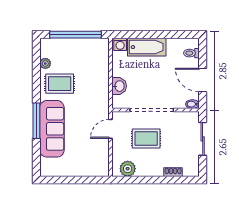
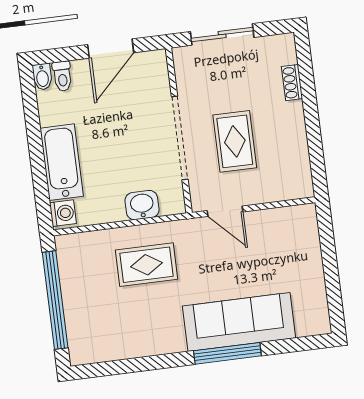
plant: (45, 63) -> (117, 350), removed
rug: (60, 84) -> (147, 265), moved, turned 90
bidet: (192, 104) -> (42, 77), moved
plant: (128, 169) -> (296, 169), removed

